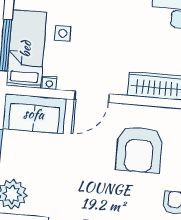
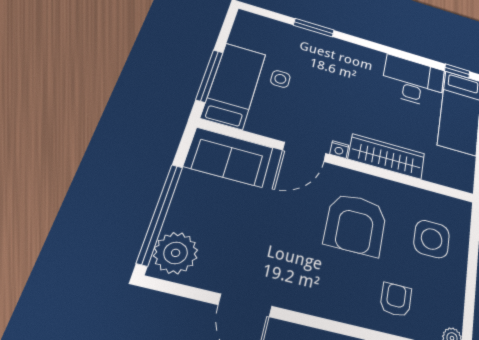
nightstand: (49, 83) -> (339, 150), moved

